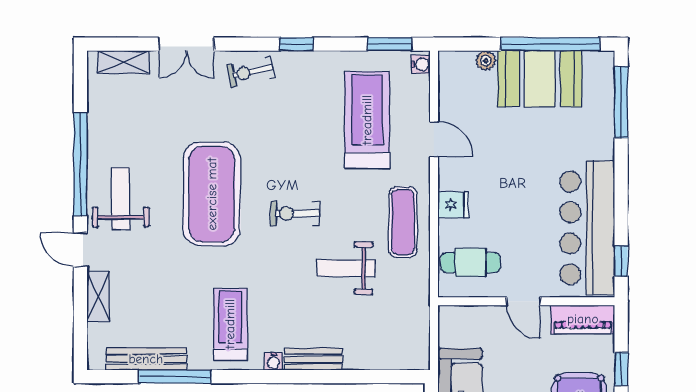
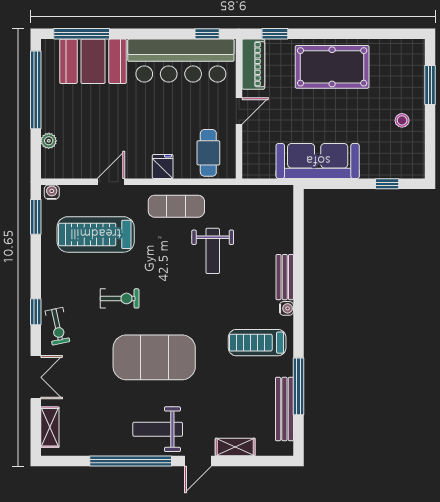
window: (296, 44) -> (36, 312), moved
booth: (540, 79) -> (93, 61), moved, turned 90
exercise bike: (295, 213) -> (120, 298), moved, turned -90
window: (621, 369) -> (275, 34), moved

